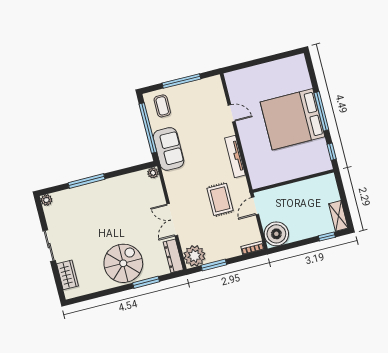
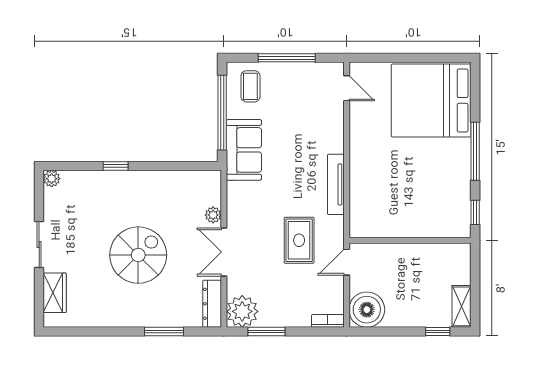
door: (232, 113) -> (347, 88), moved
bed: (293, 119) -> (431, 100), moved
plant: (153, 173) -> (213, 215), moved
window: (87, 181) -> (116, 166), width x0.46
spiral stairs: (123, 263) -> (138, 255), moved

